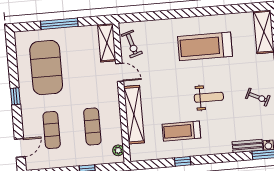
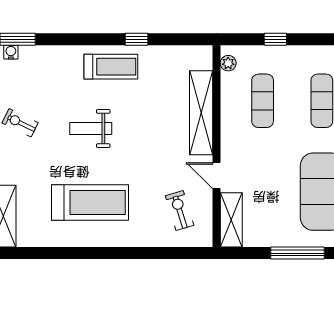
exercise bike: (132, 44) -> (180, 210), moved
treadmill: (181, 131) -> (111, 67), moved
bench: (248, 146) -> (41, 53), removed

